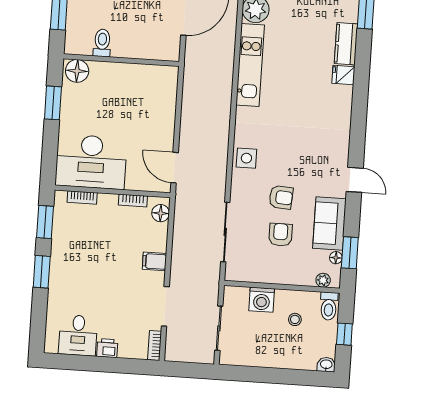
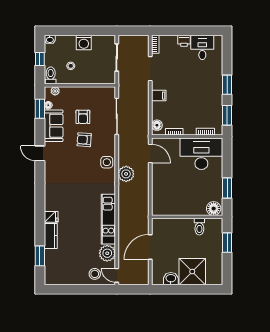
plant: (216, 137) -> (126, 174), added
washing machine: (262, 300) -> (84, 43), moved, turned 180

